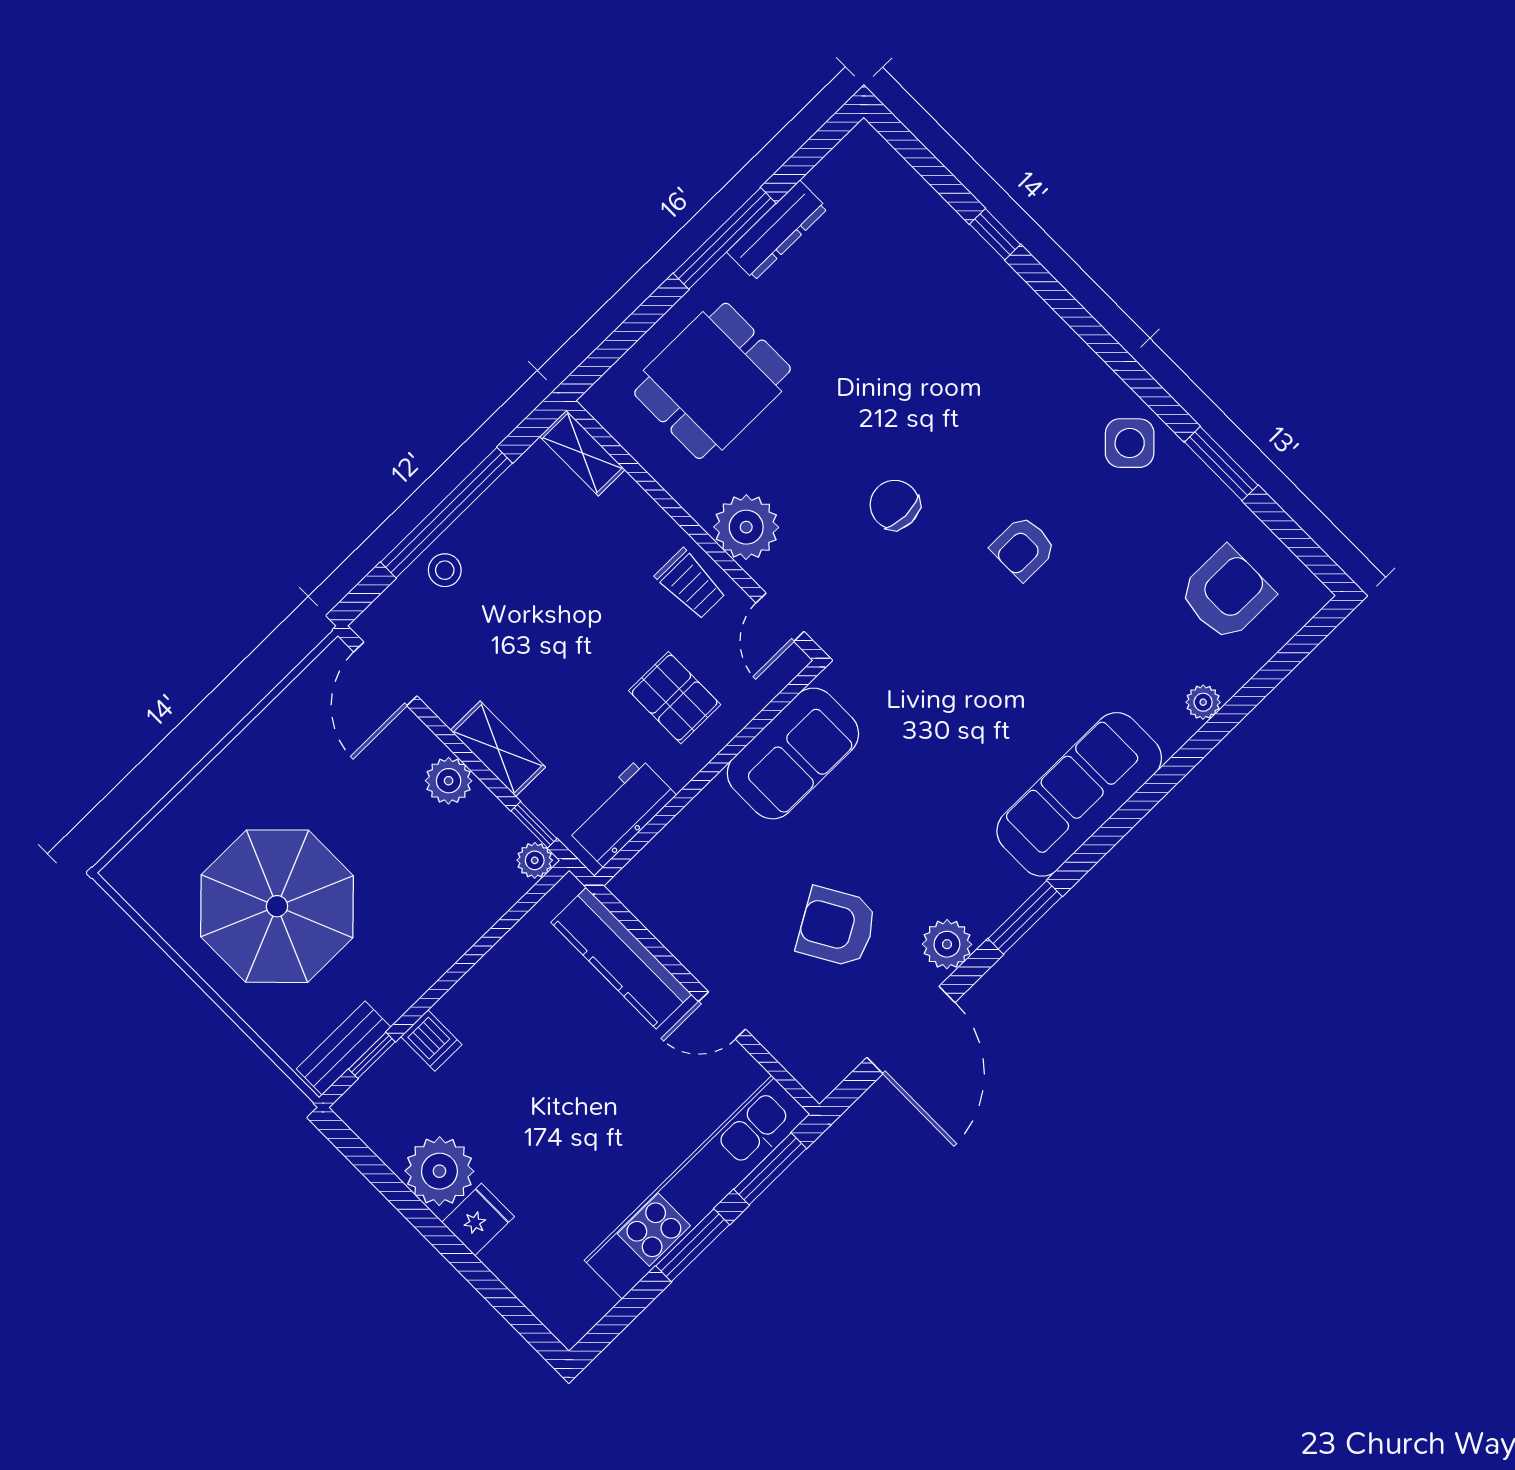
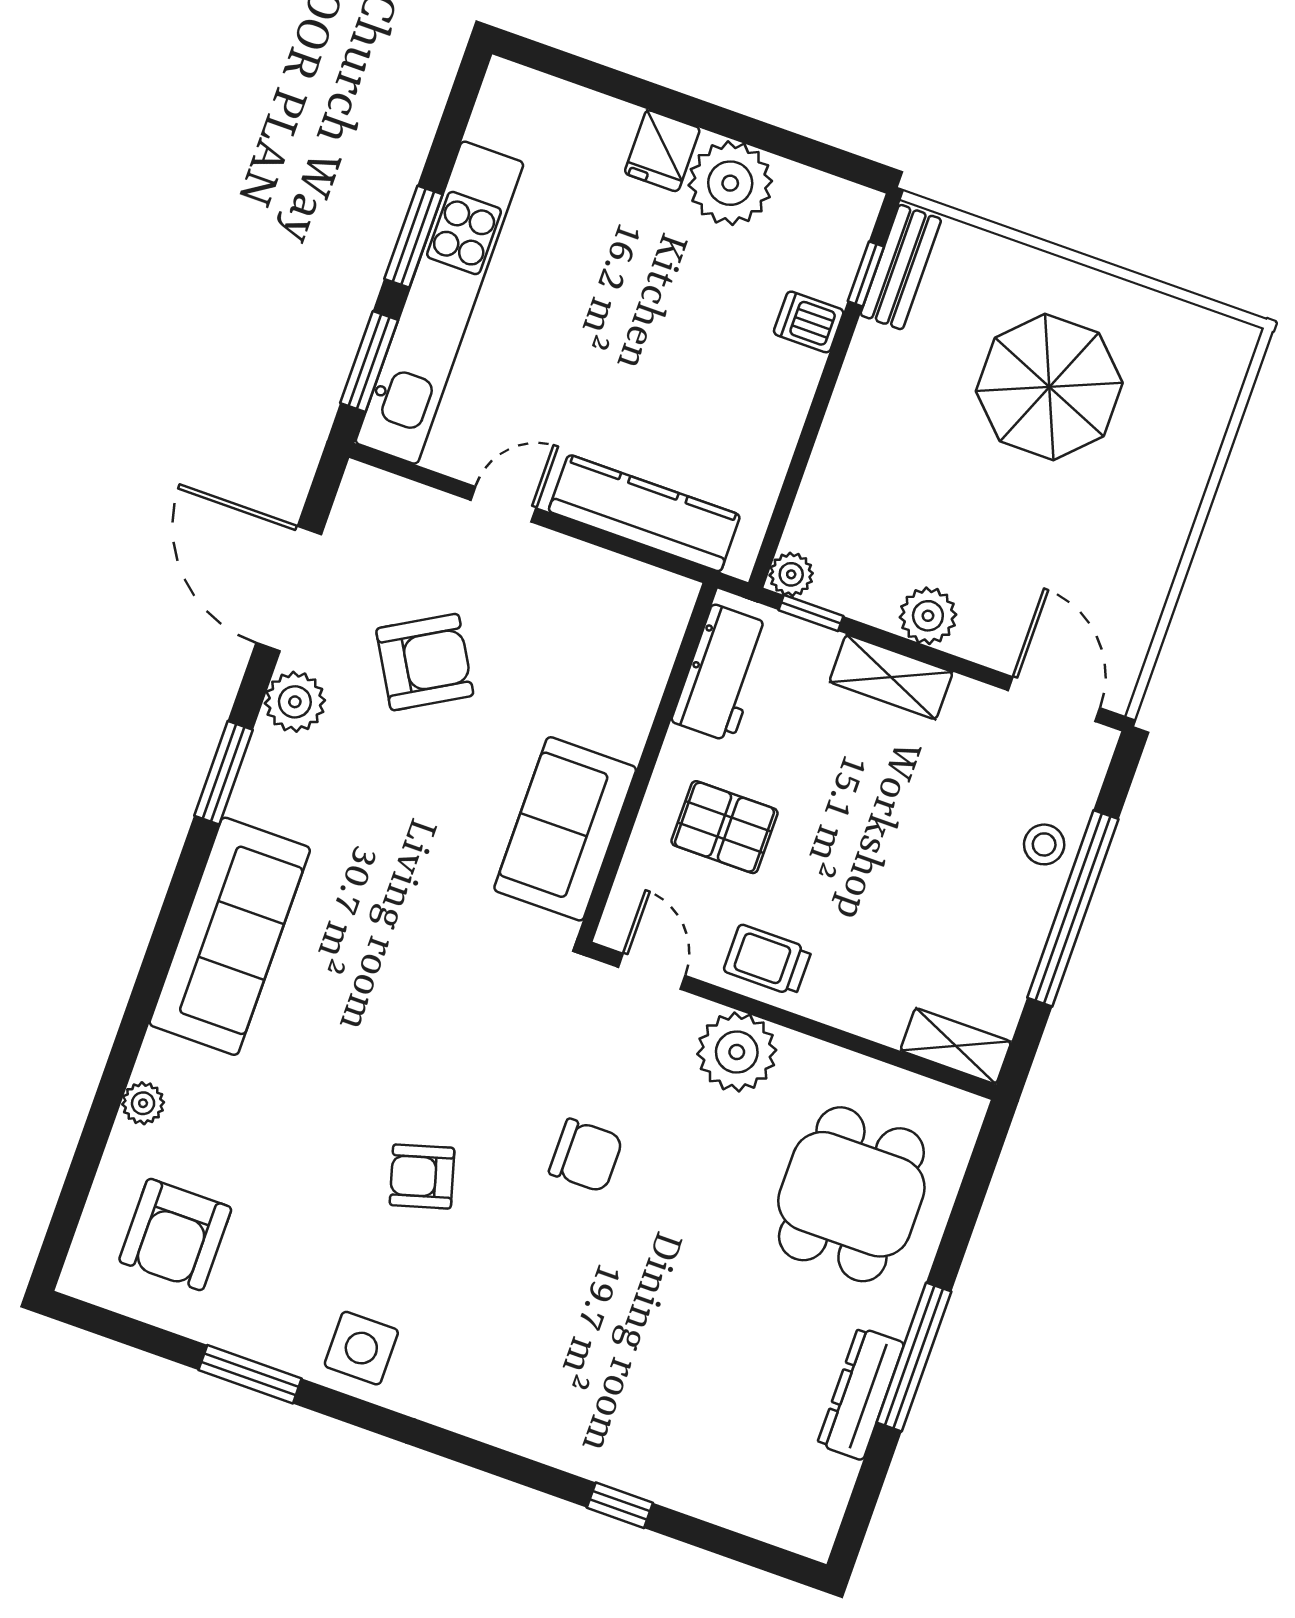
side table: (1130, 443) -> (361, 1348), turned 45
armchair: (1023, 548) -> (422, 1176), turned -106
parasol: (277, 906) -> (1049, 387), width x0.73, depth x0.73

